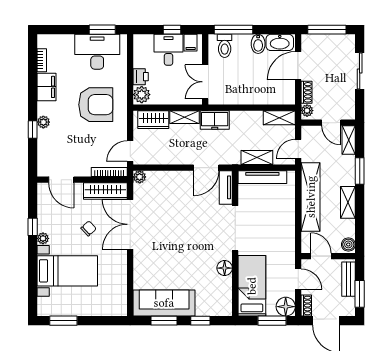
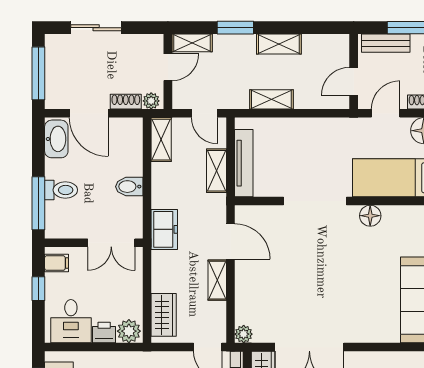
bidet: (258, 44) -> (129, 187), moved, turned 180
toilet: (225, 46) -> (61, 190), moved
desk: (169, 50) -> (71, 321), moved, turned -90
shelving: (185, 117) -> (217, 280), moved
tv unit: (226, 187) -> (258, 214), removed
shelving: (311, 197) -> (271, 99), width x0.45, depth x0.75
boiler: (348, 244) -> (338, 43), removed

